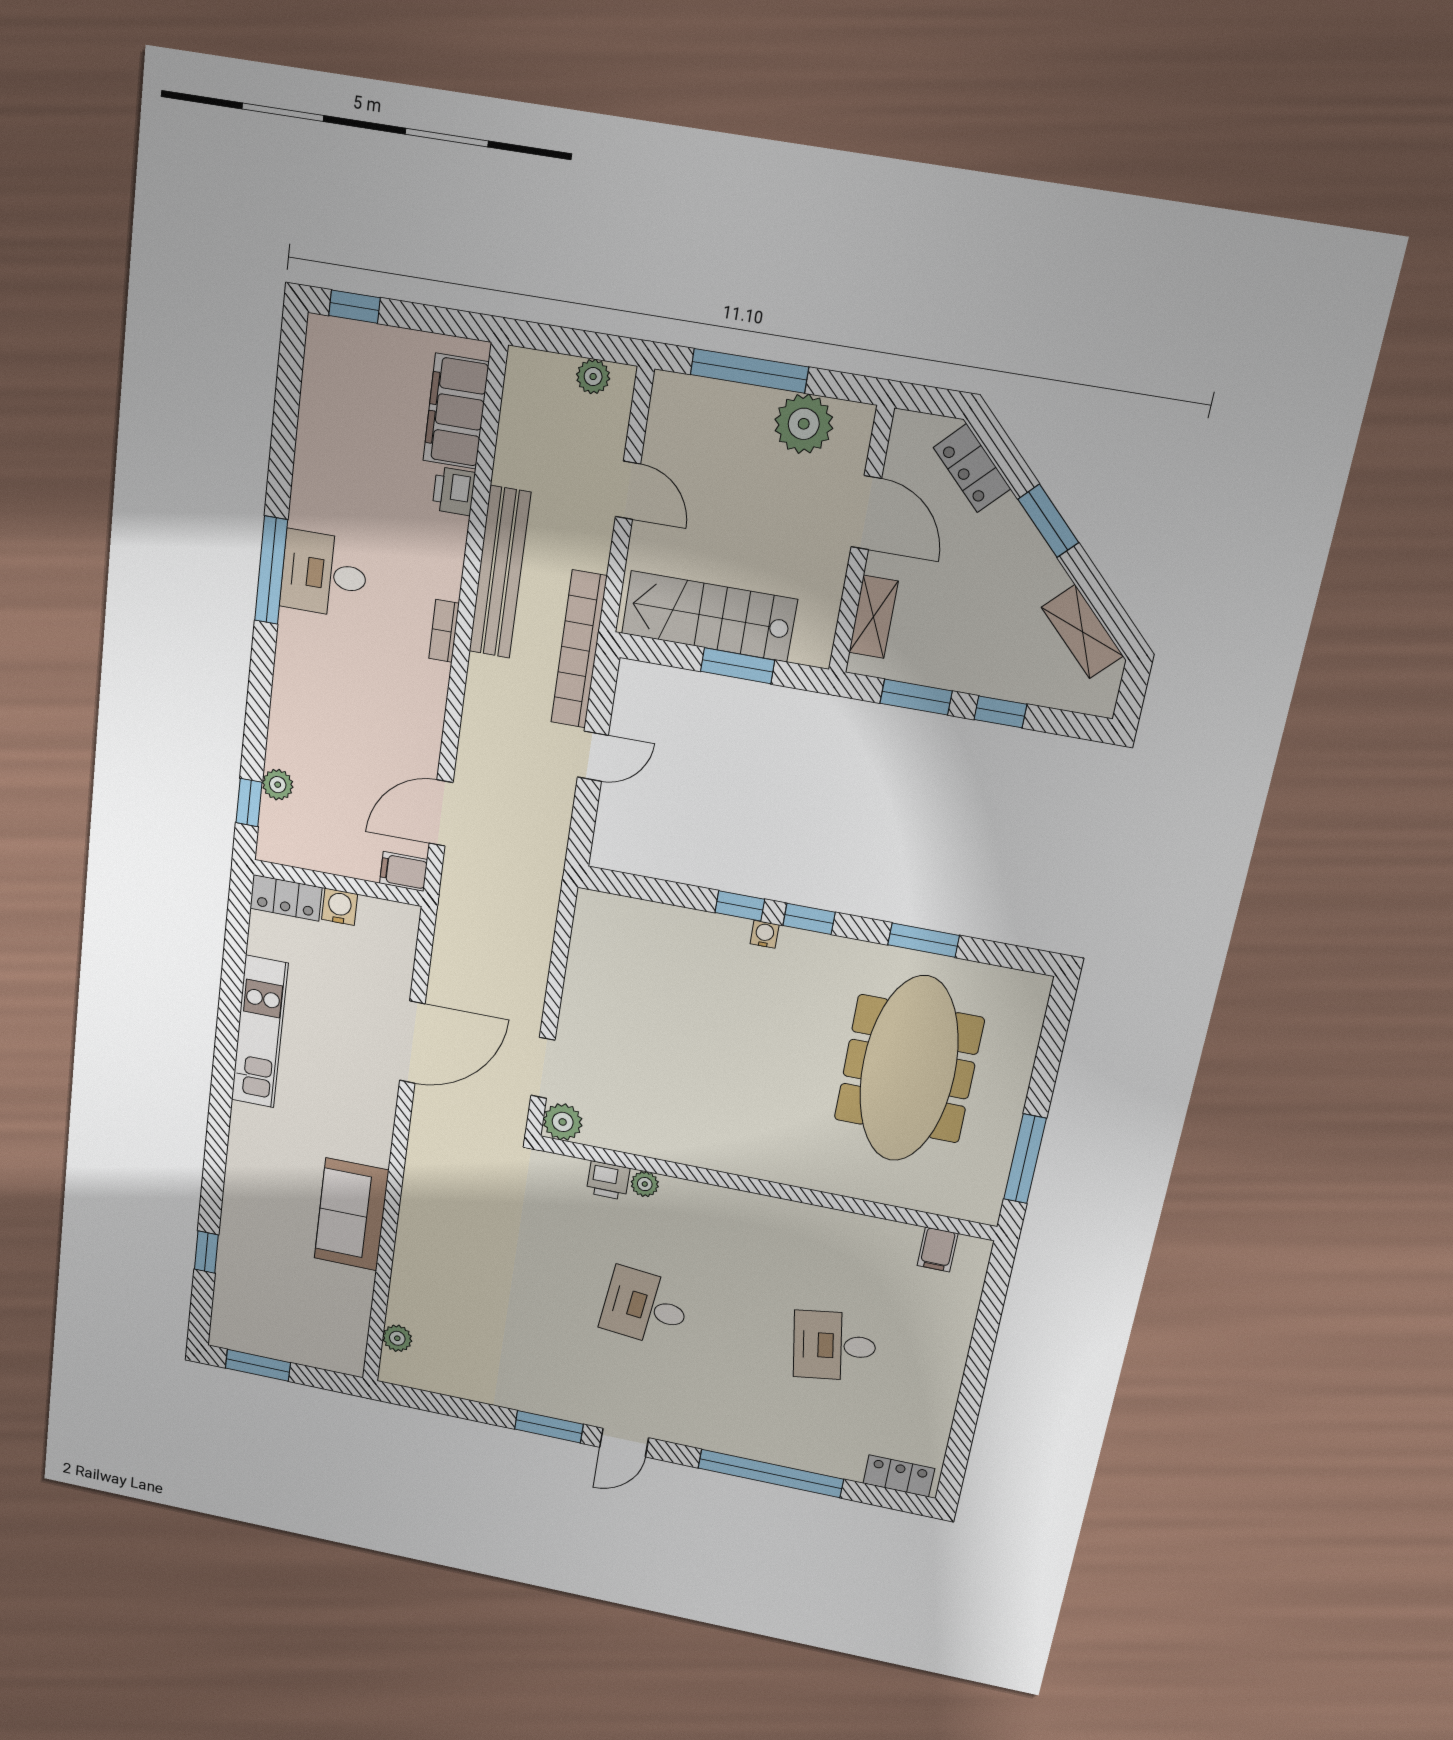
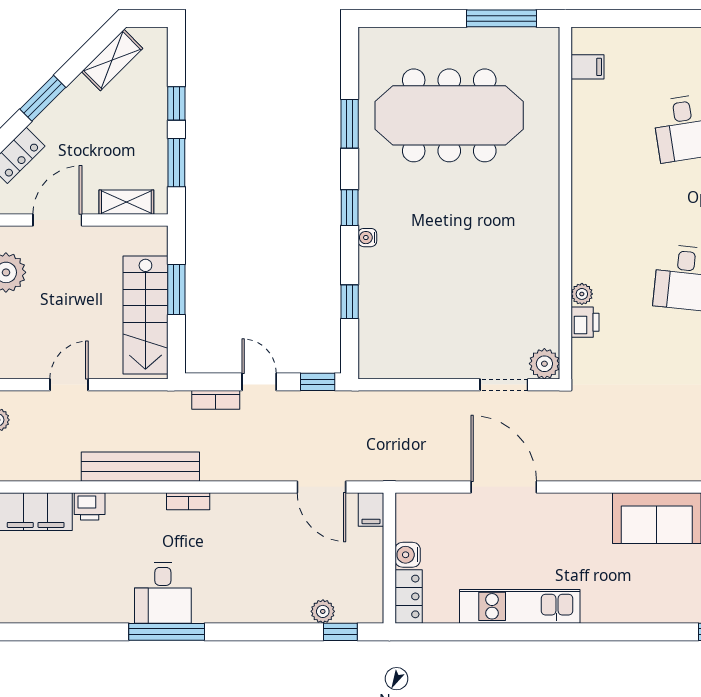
bookcase: (579, 650) -> (216, 400), width x0.43, depth x0.76
window: (581, 834) -> (318, 382), added
window: (740, 906) -> (350, 302), moved

